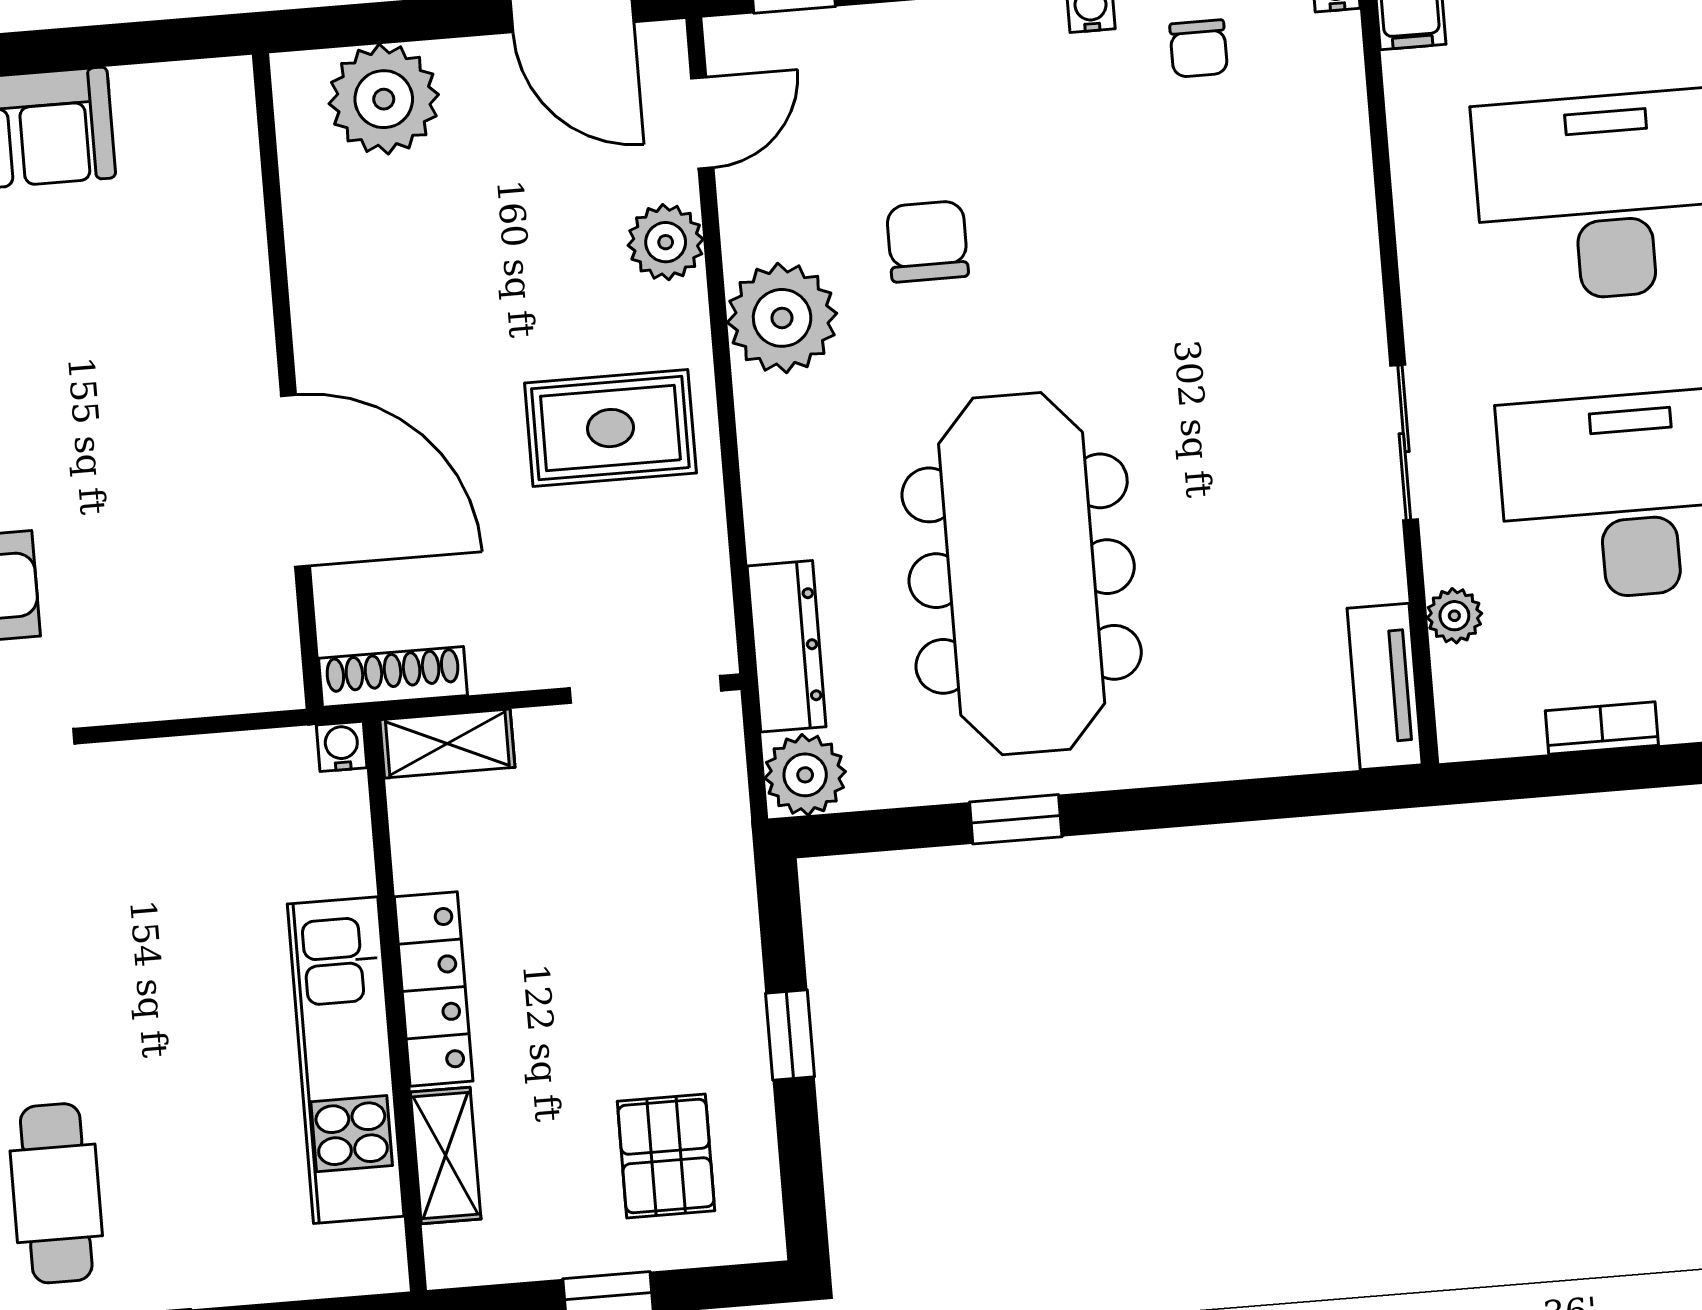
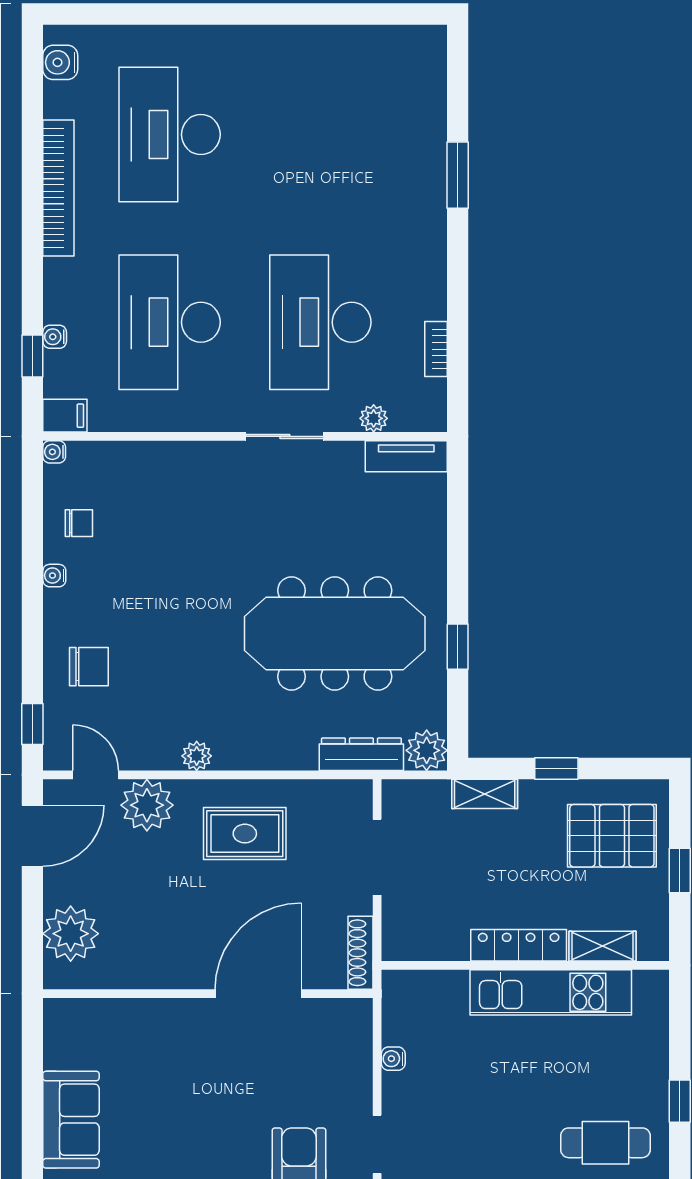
chair: (927, 241) -> (89, 667), moved, turned 180
plant: (666, 242) -> (147, 805), width x1.36, depth x1.36
plant: (782, 318) -> (197, 756), width x0.53, depth x0.53
rug: (610, 428) -> (245, 834), turned 90
doorway: (646, 689) -> (377, 857), moved
shelving: (447, 744) -> (485, 794), moved, turned 90
water cooler: (342, 746) -> (393, 1059), moved
pallet: (666, 1156) -> (612, 836), width x1.50, depth x1.42

